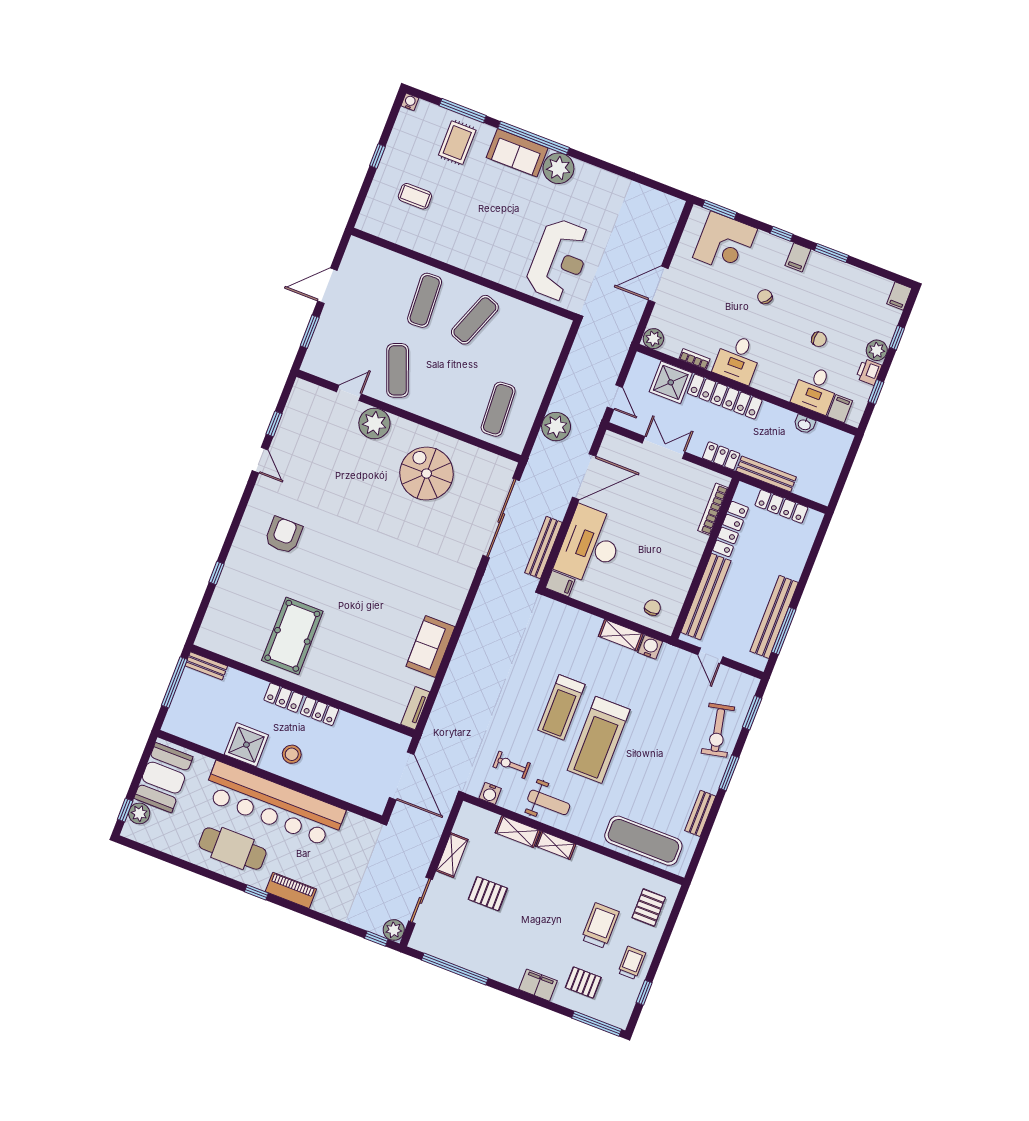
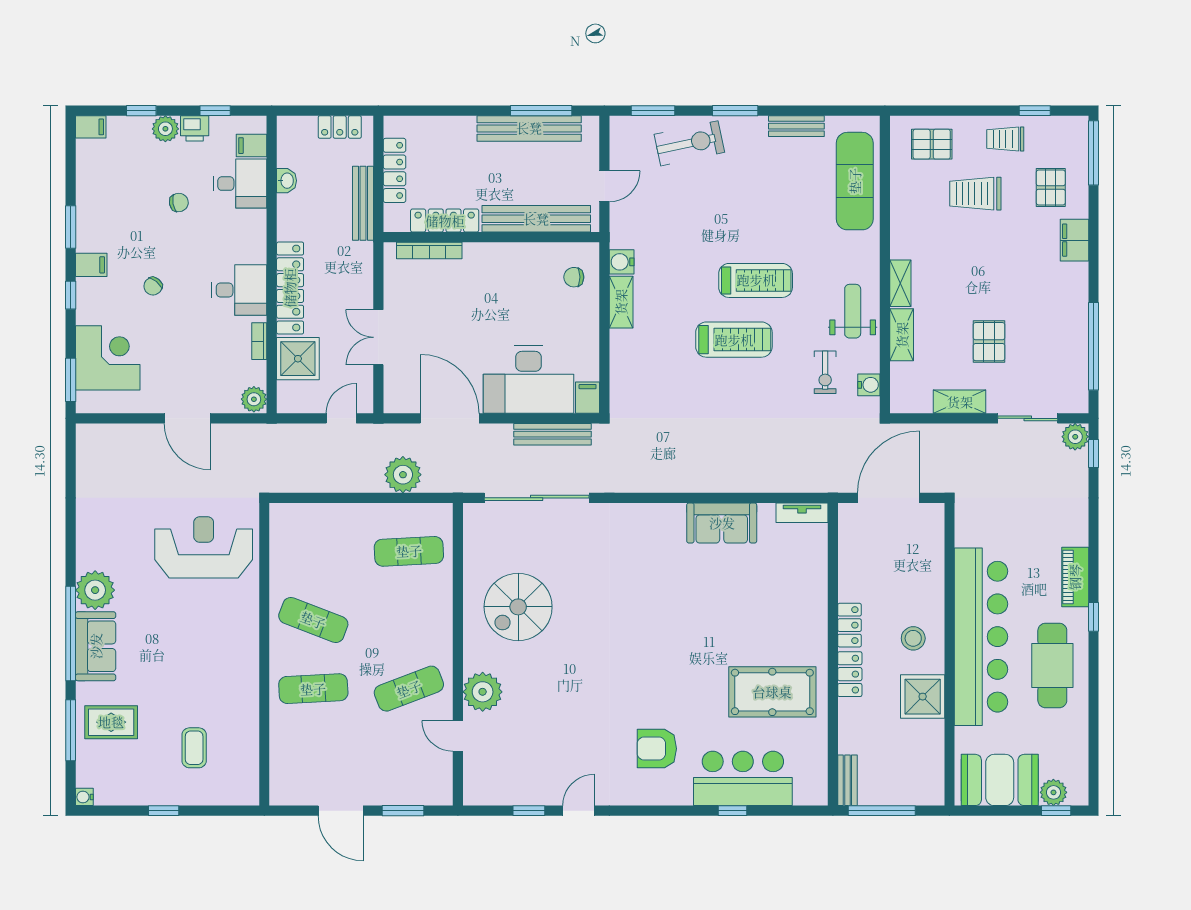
chair: (819, 339) -> (179, 203), turned 80
locker: (721, 456) -> (340, 127), moved, turned -90
bar counter: (237, 590) -> (743, 778), added
treadmill: (599, 740) -> (756, 280), width x0.73, depth x0.73

